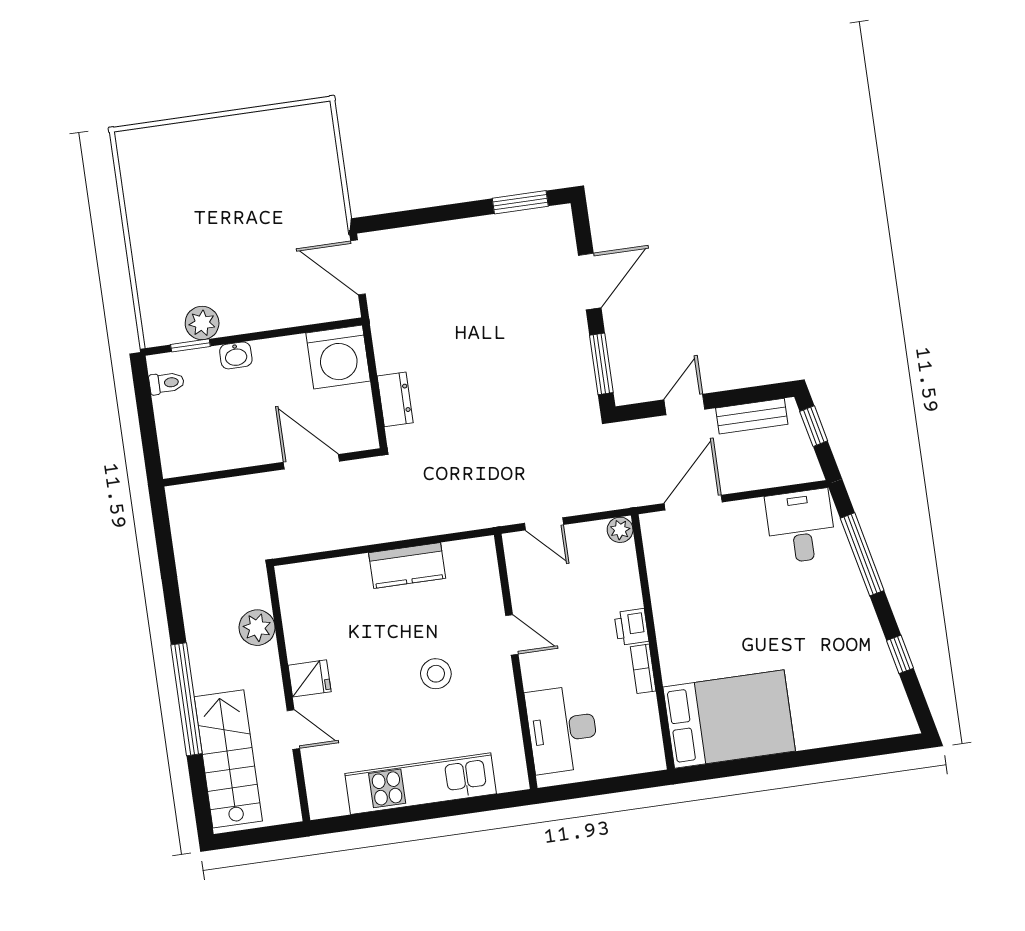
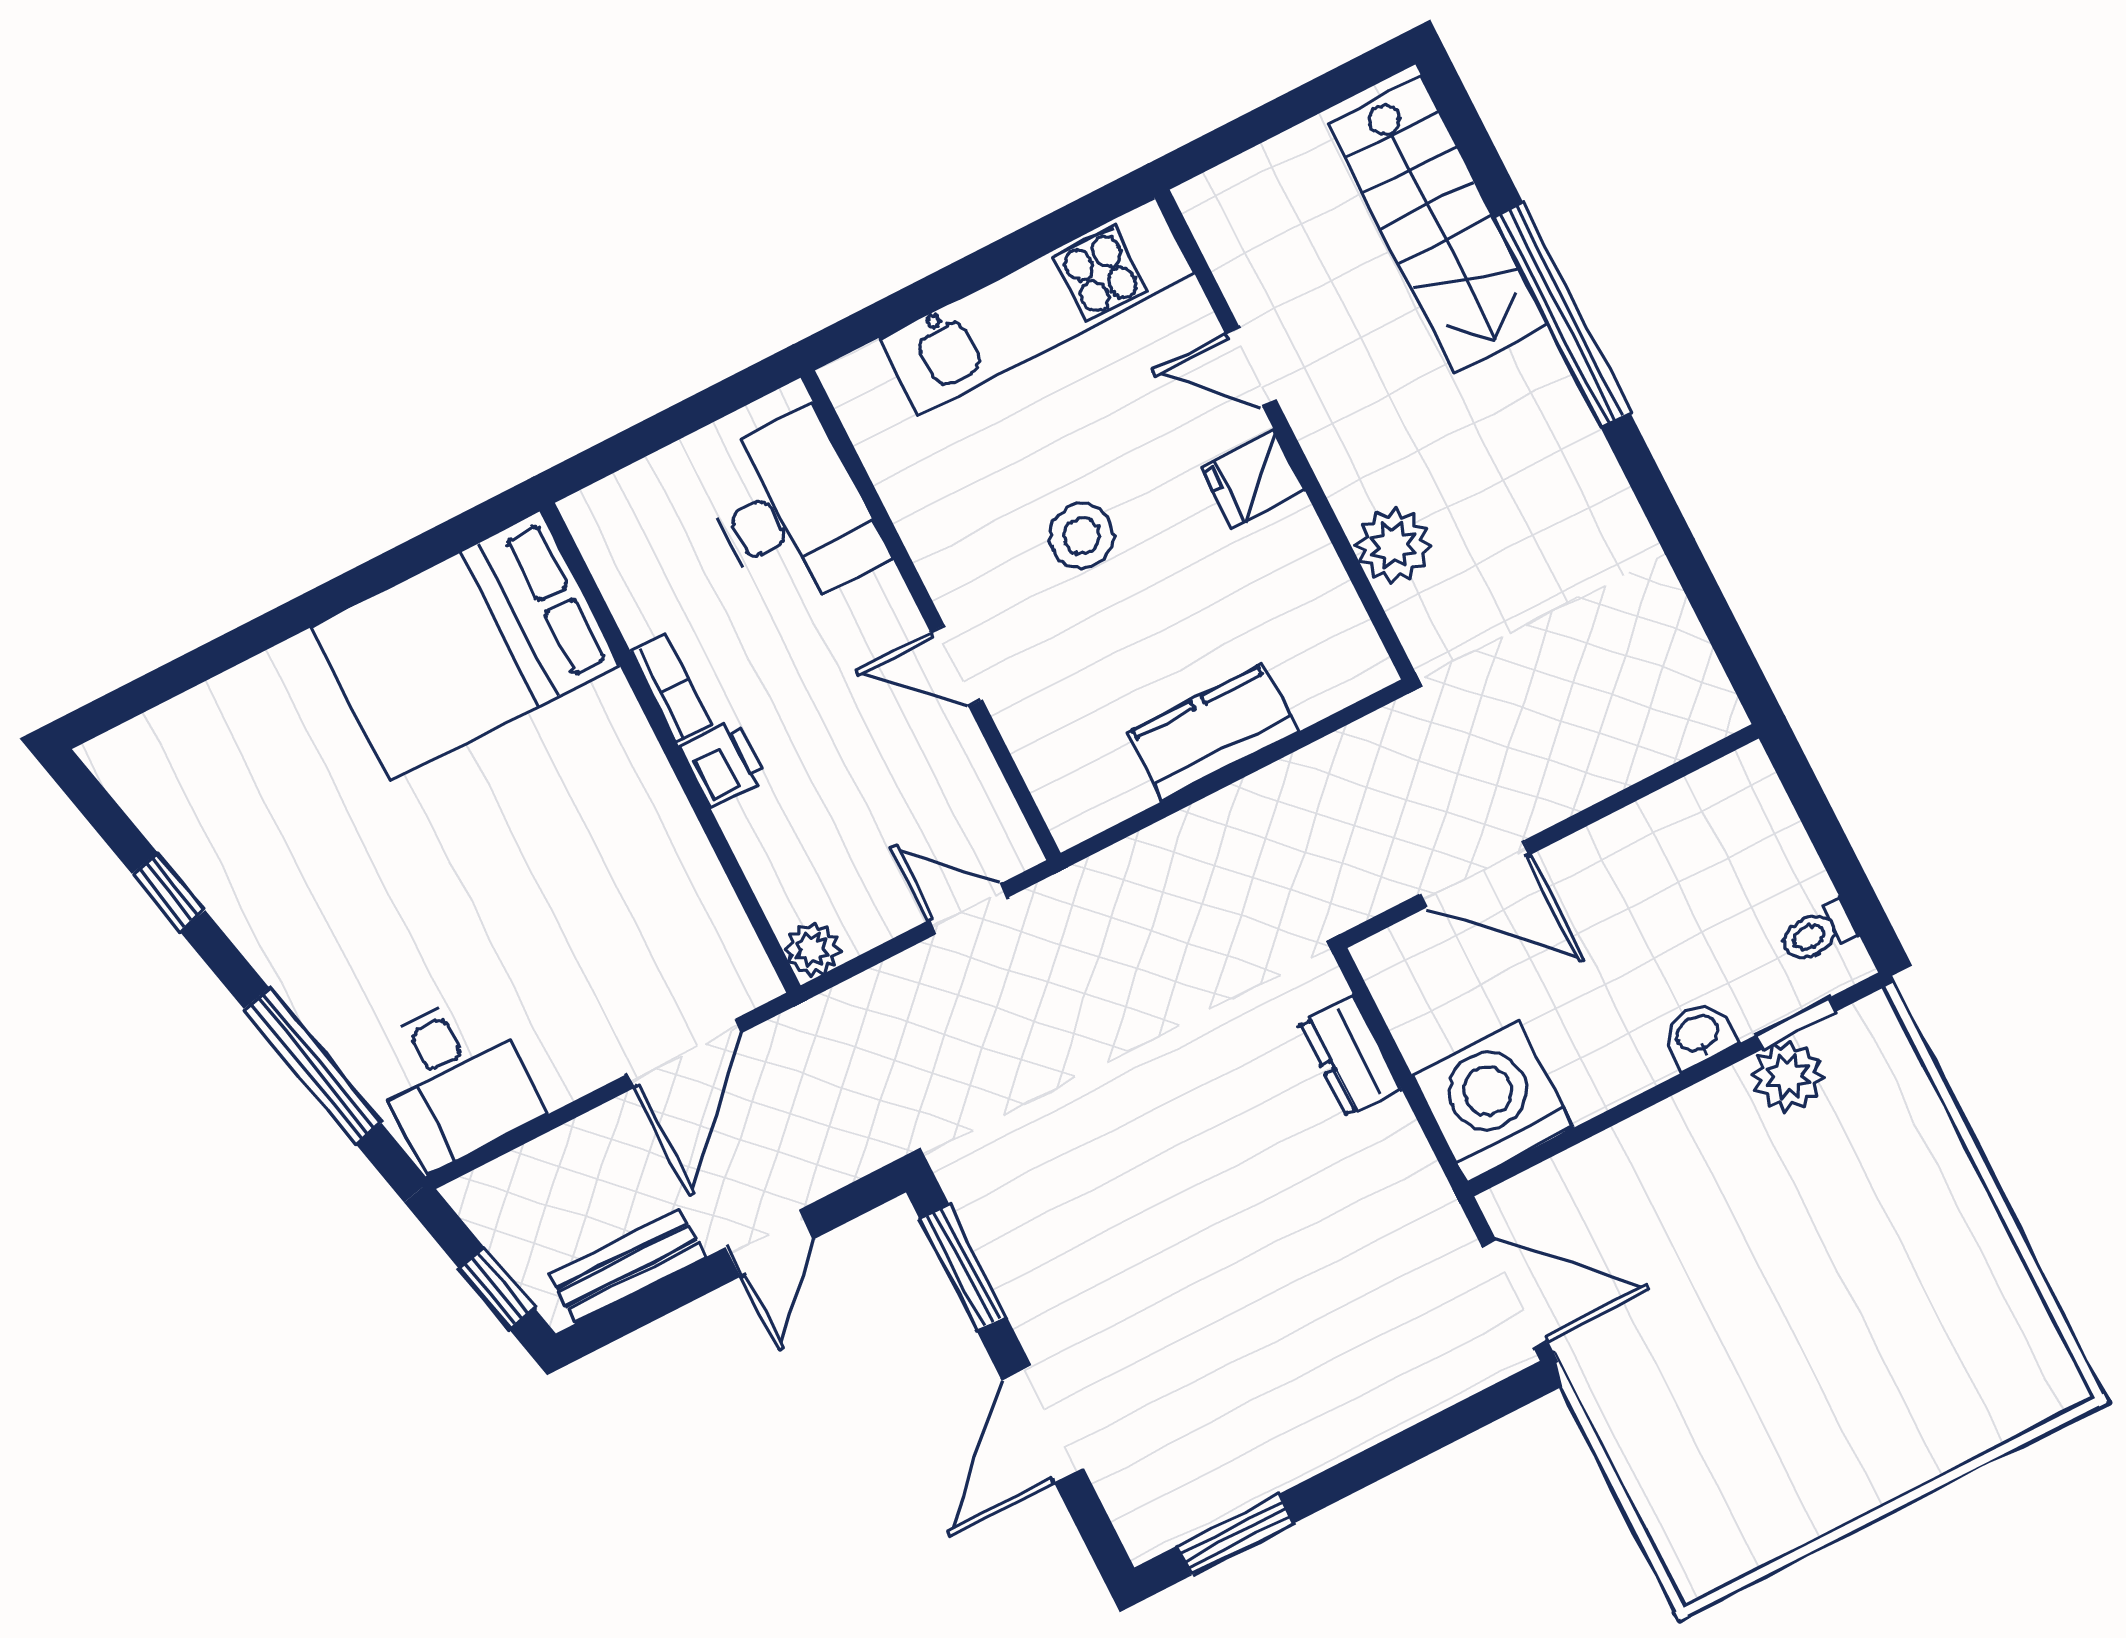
plant: (257, 628) -> (1393, 545), moved
fridge: (310, 678) -> (1254, 480), moved
wall: (288, 694) -> (1285, 434), moved
door: (293, 730) -> (1251, 367), moved

